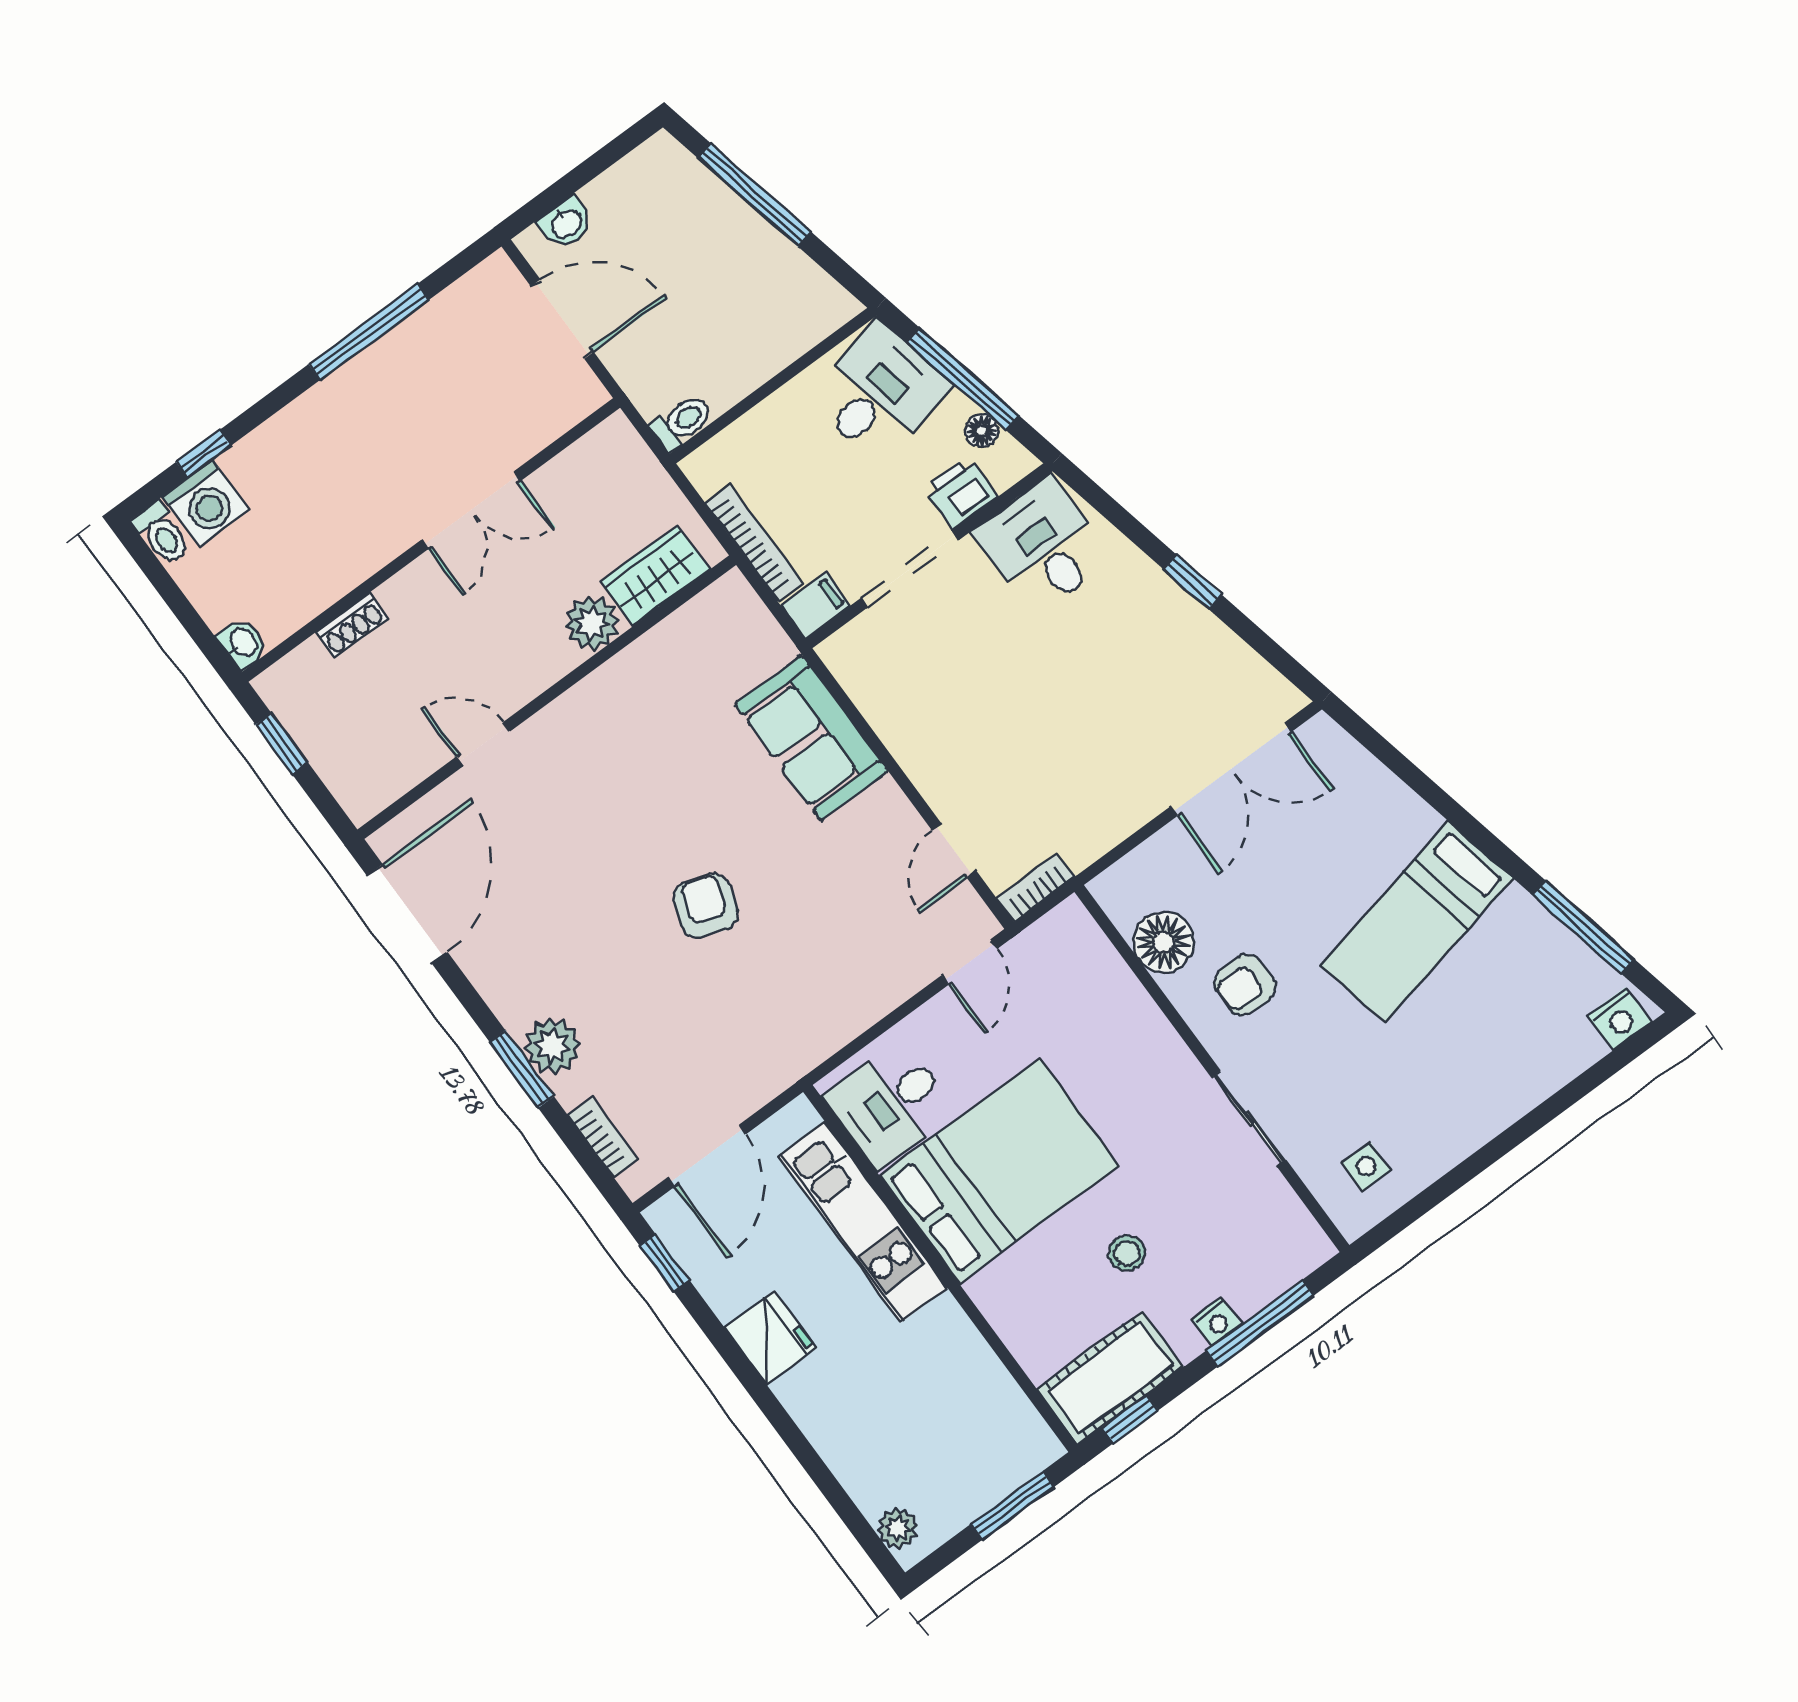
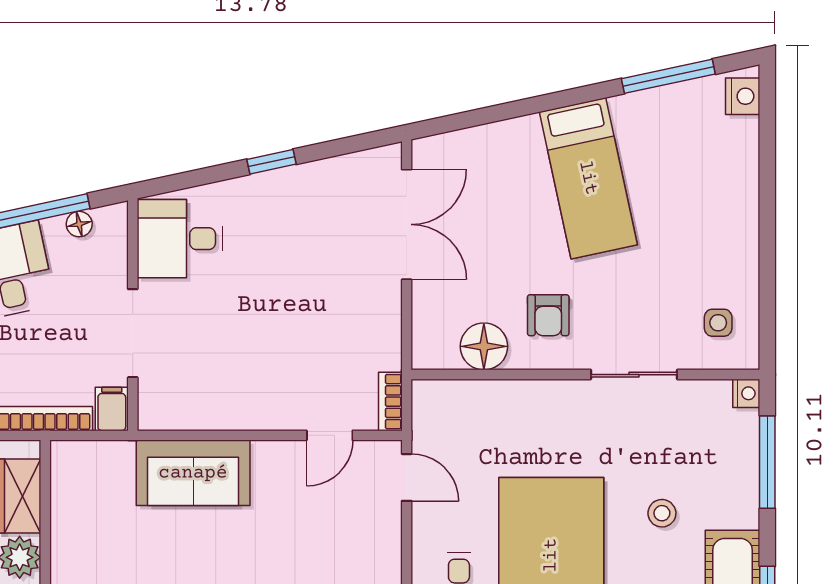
printer: (960, 493) -> (108, 266), removed
door: (954, 851) -> (330, 435), hinge flipped
nightstand: (1217, 1321) -> (746, 393), moved

